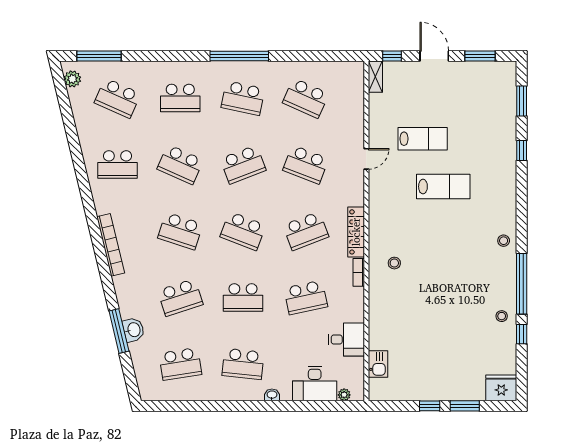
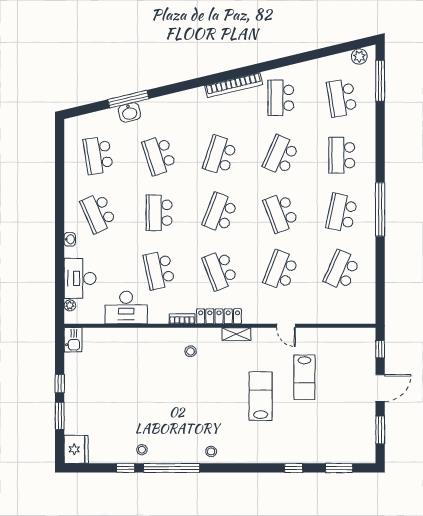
shelving: (375, 77) -> (236, 334), moved
school desk: (118, 98) -> (342, 98), turned -33
lab bench: (443, 187) -> (261, 396), turned 180
bookcase: (111, 245) -> (234, 85), moved
desk: (346, 340) -> (126, 307), width x1.37
school desk: (243, 364) -> (98, 213), turned -30
kitchen sink: (378, 364) -> (73, 340), moved, turned -90

